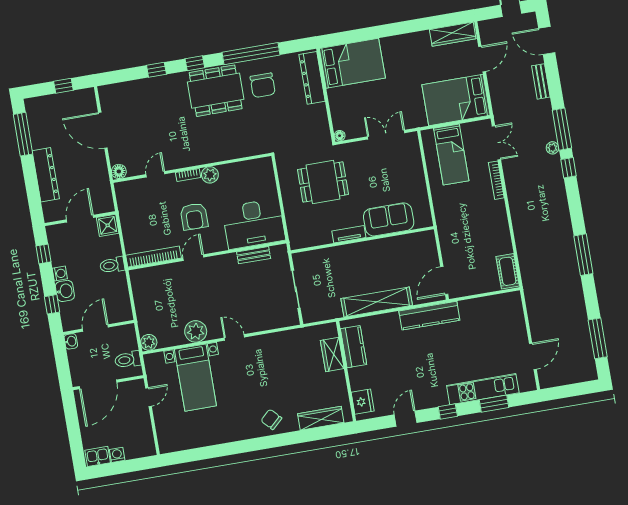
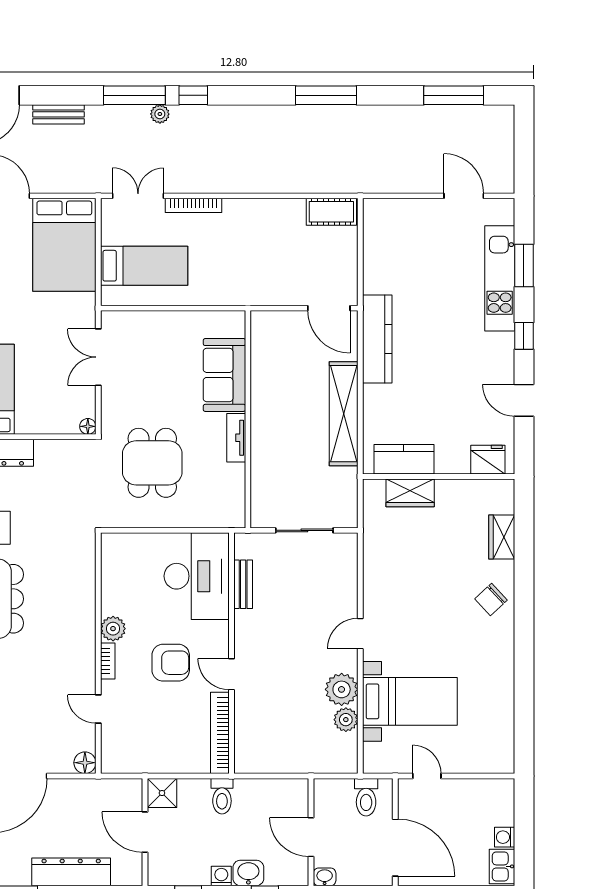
plant: (149, 342) -> (346, 720), moved
wardrobe: (321, 418) -> (502, 537), width x0.67

